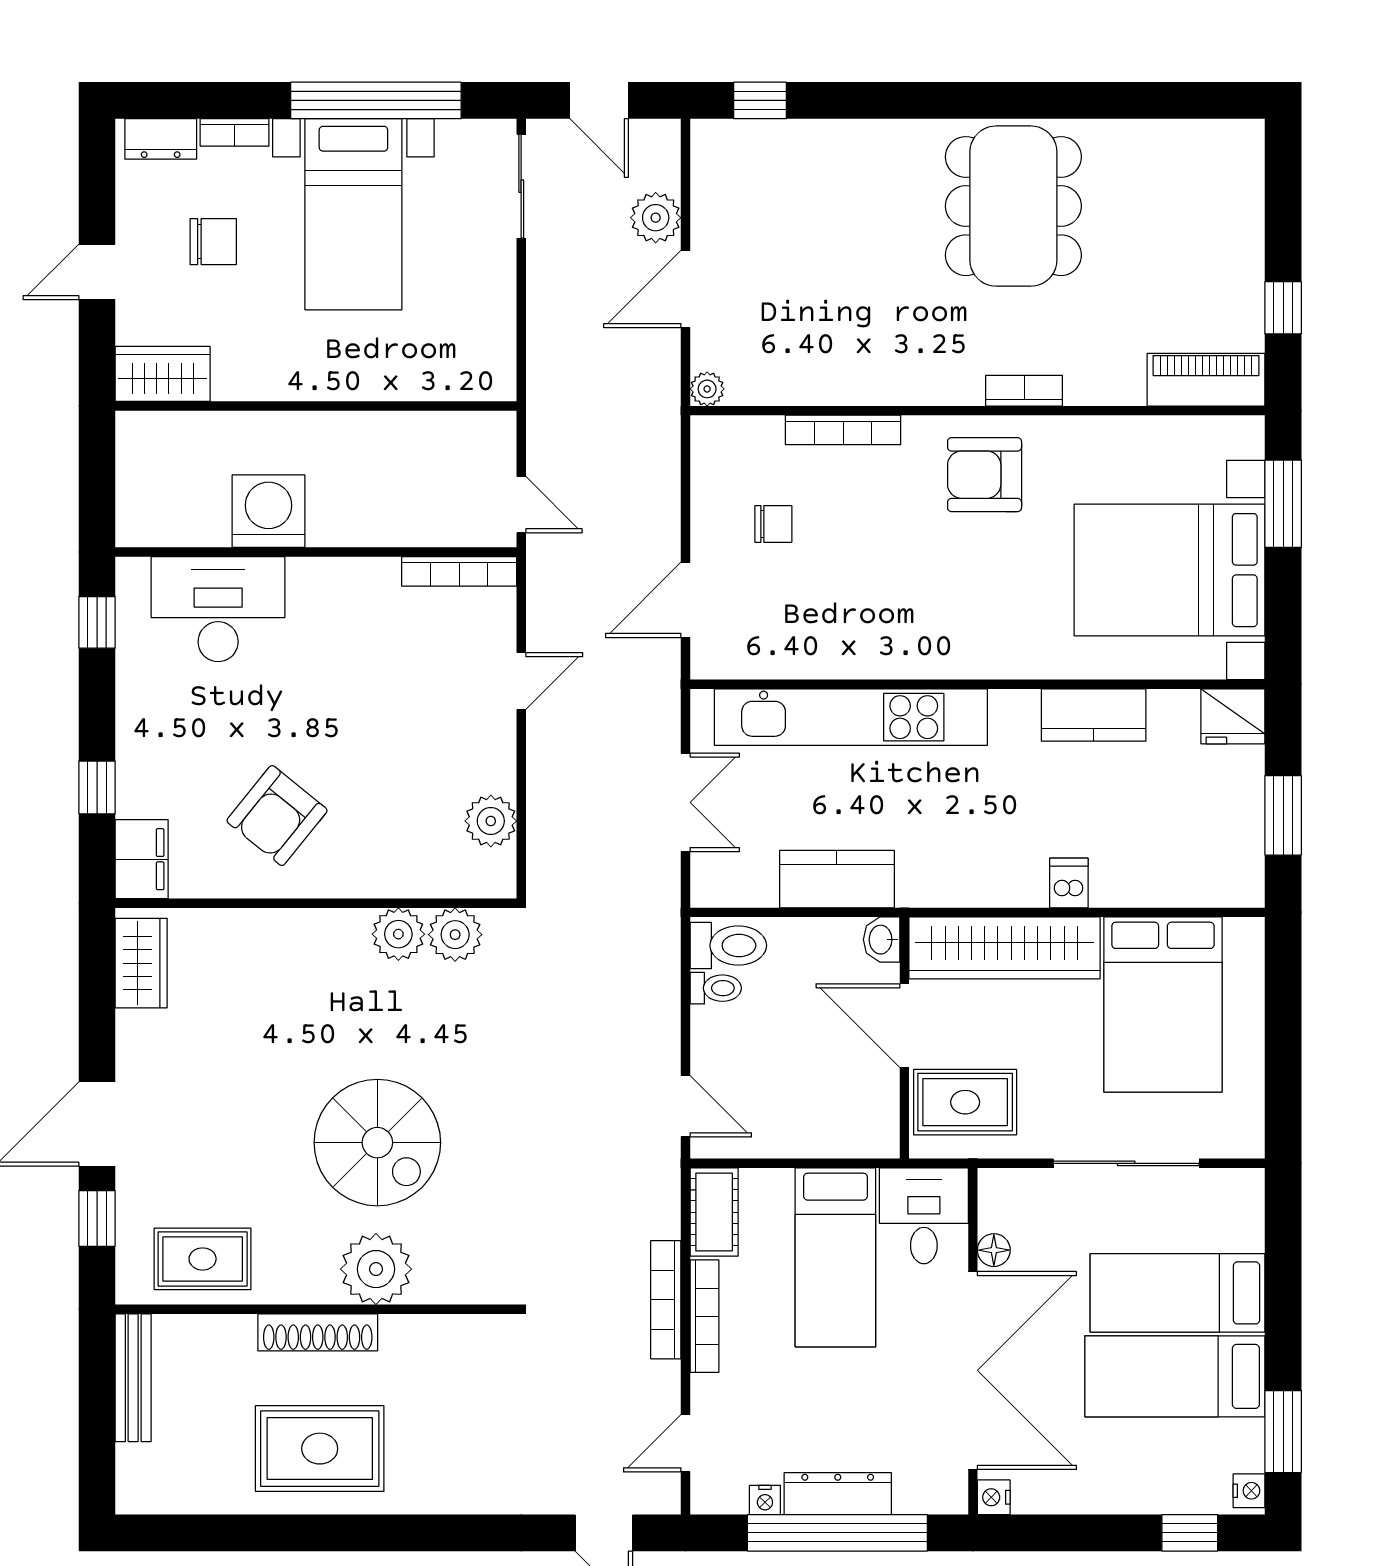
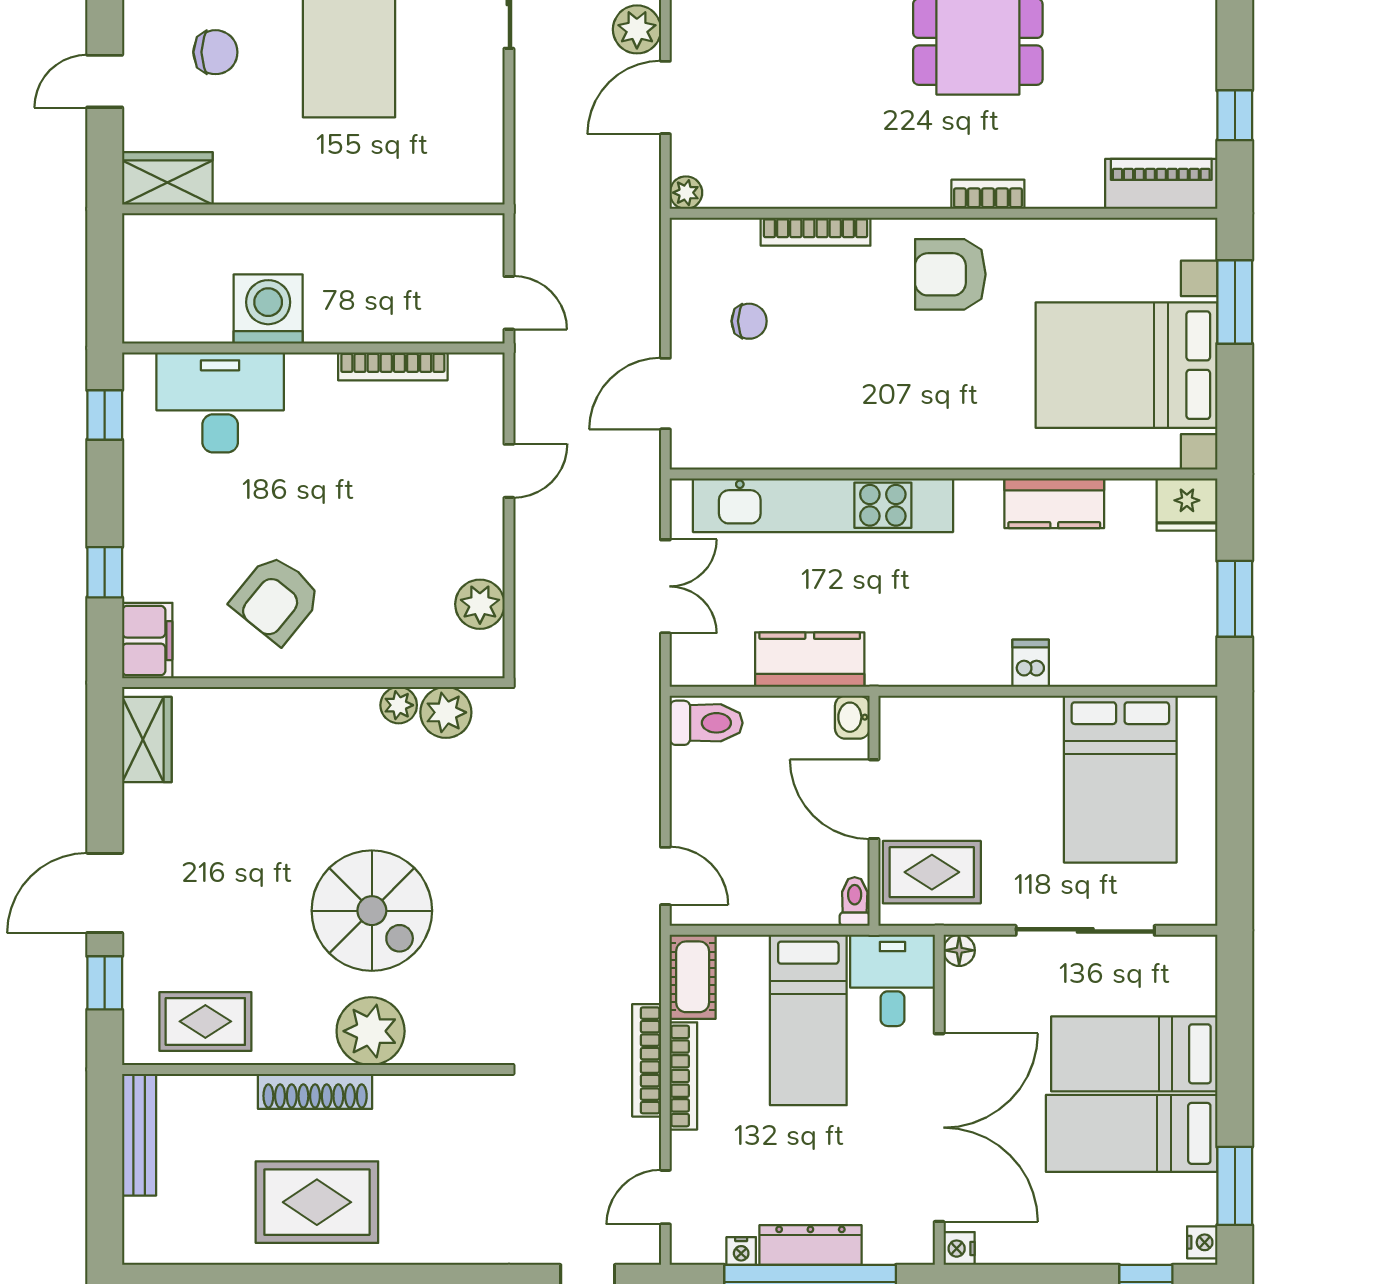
bookcase: (459, 571) -> (393, 366), moved
plant: (398, 934) -> (399, 705), width x0.73, depth x0.73
wardrobe: (1005, 948) -> (969, 725), removed
toilet: (716, 988) -> (855, 902), moved, turned -90
floor lamp: (994, 1250) -> (959, 950), moved

